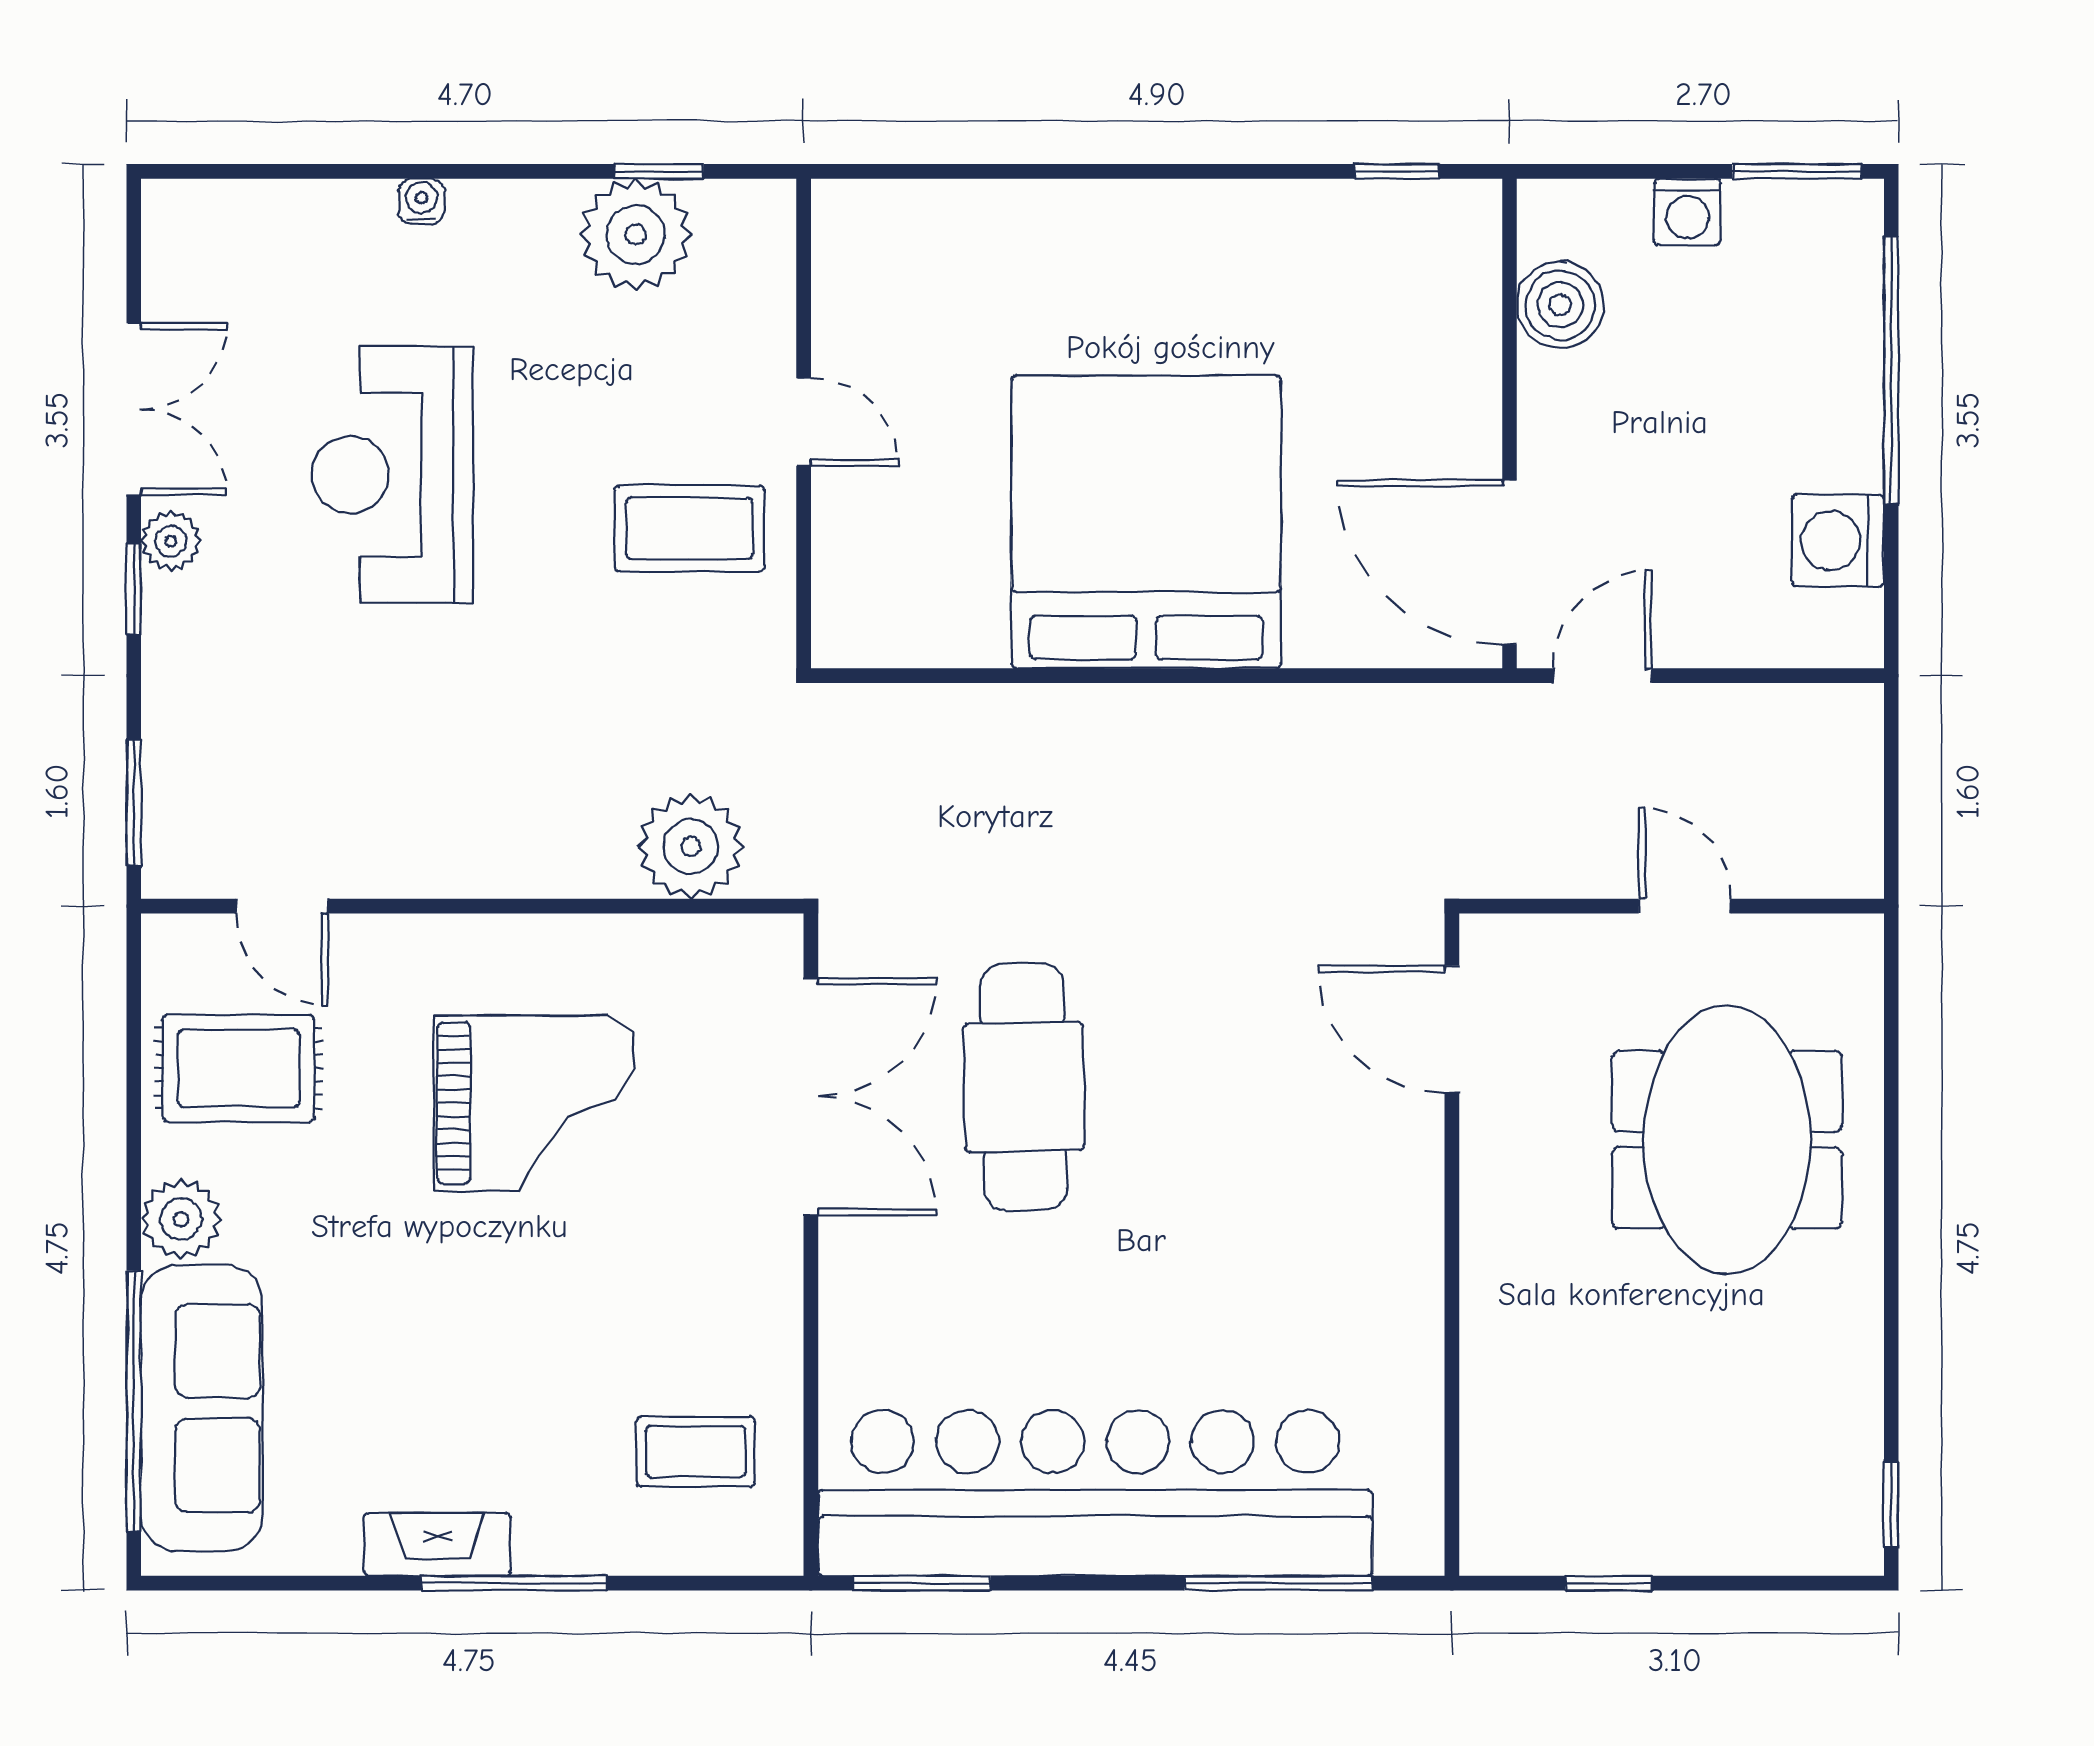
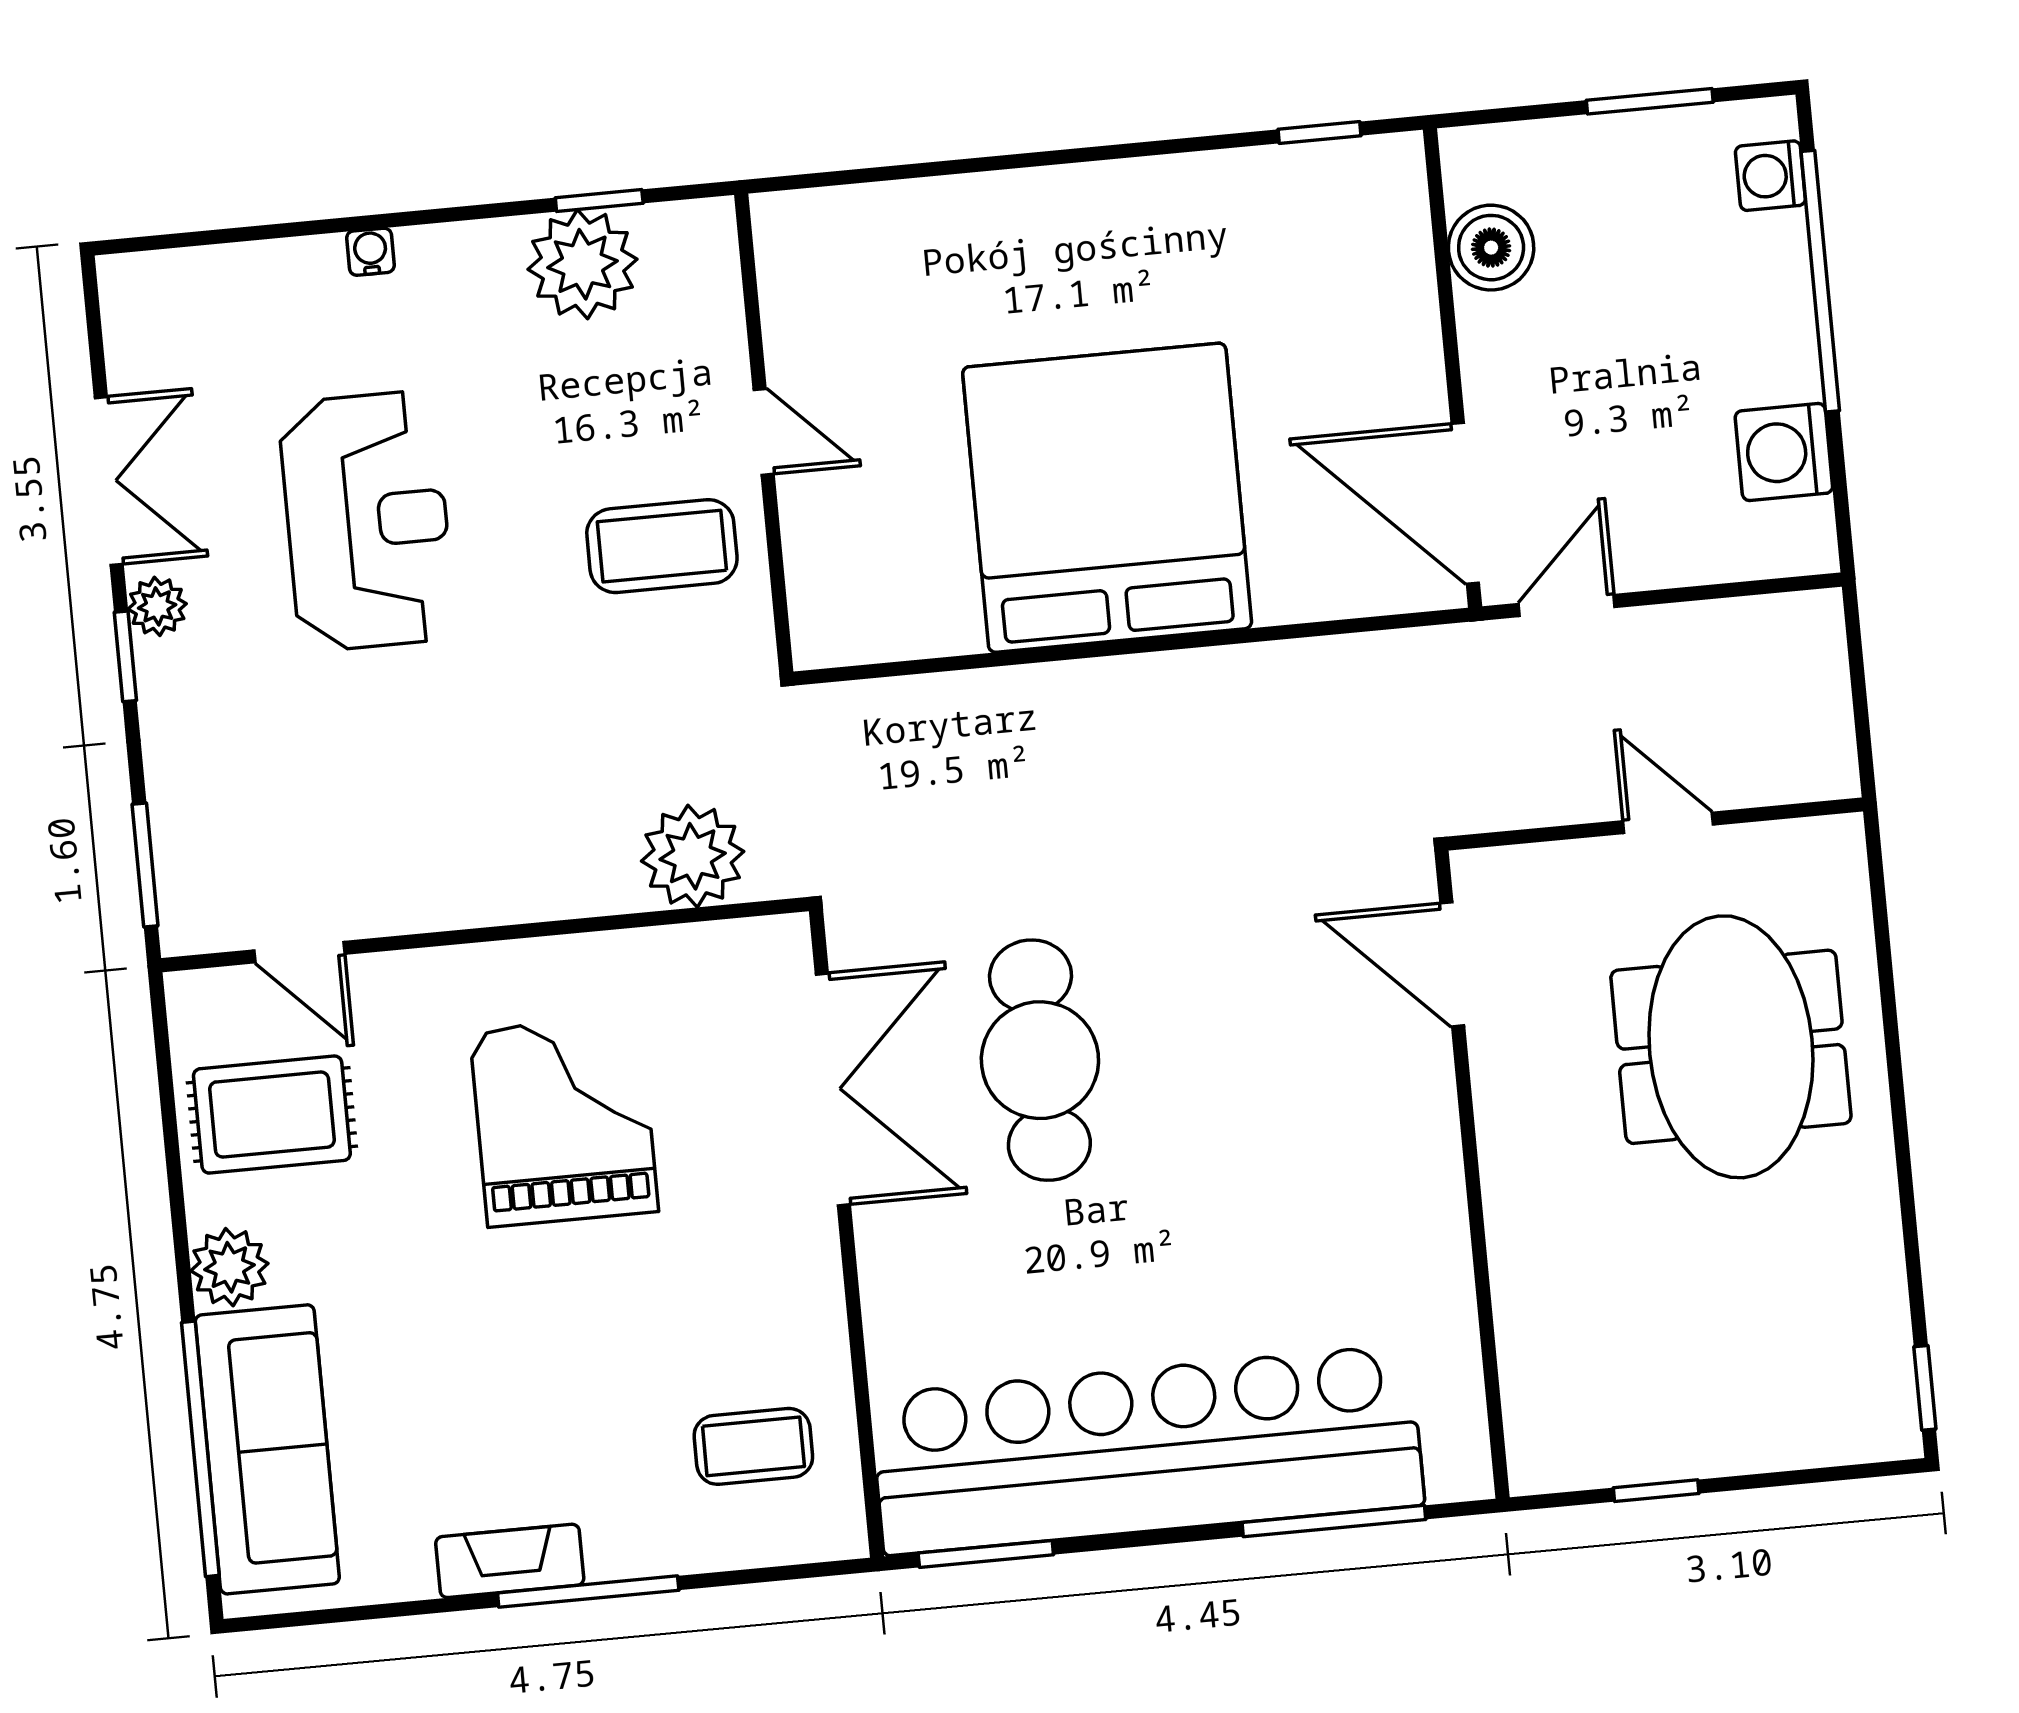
window: (1797, 171) -> (1650, 101), moved
washing machine: (1687, 212) -> (1770, 176), moved, turned 90
reception desk: (392, 475) -> (367, 521), turned 180
grand piano: (535, 1103) -> (564, 1121), turned -90

